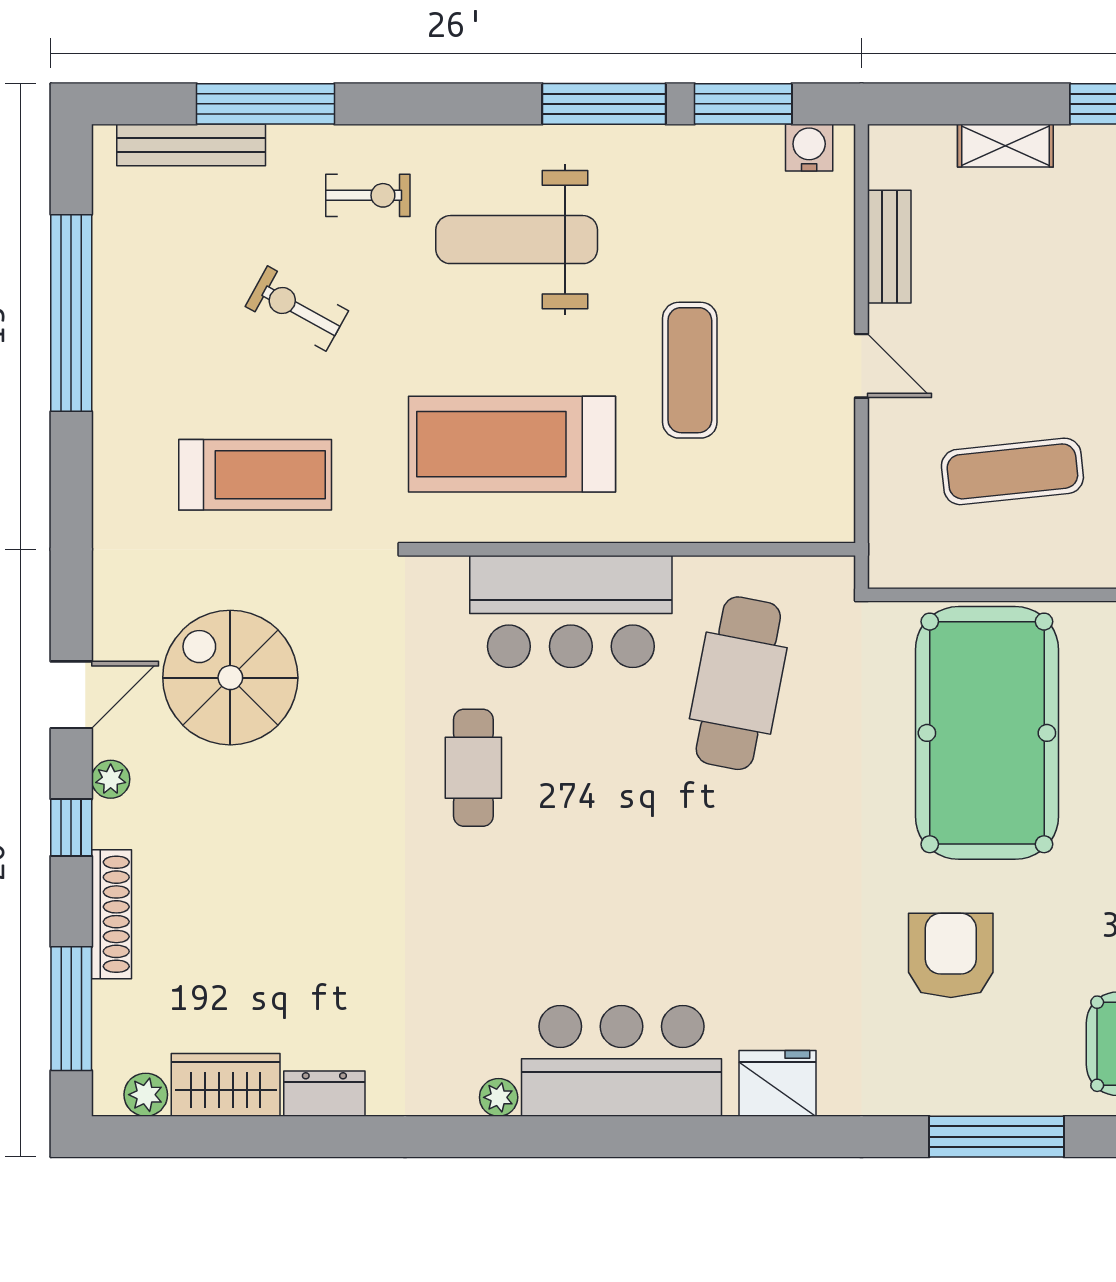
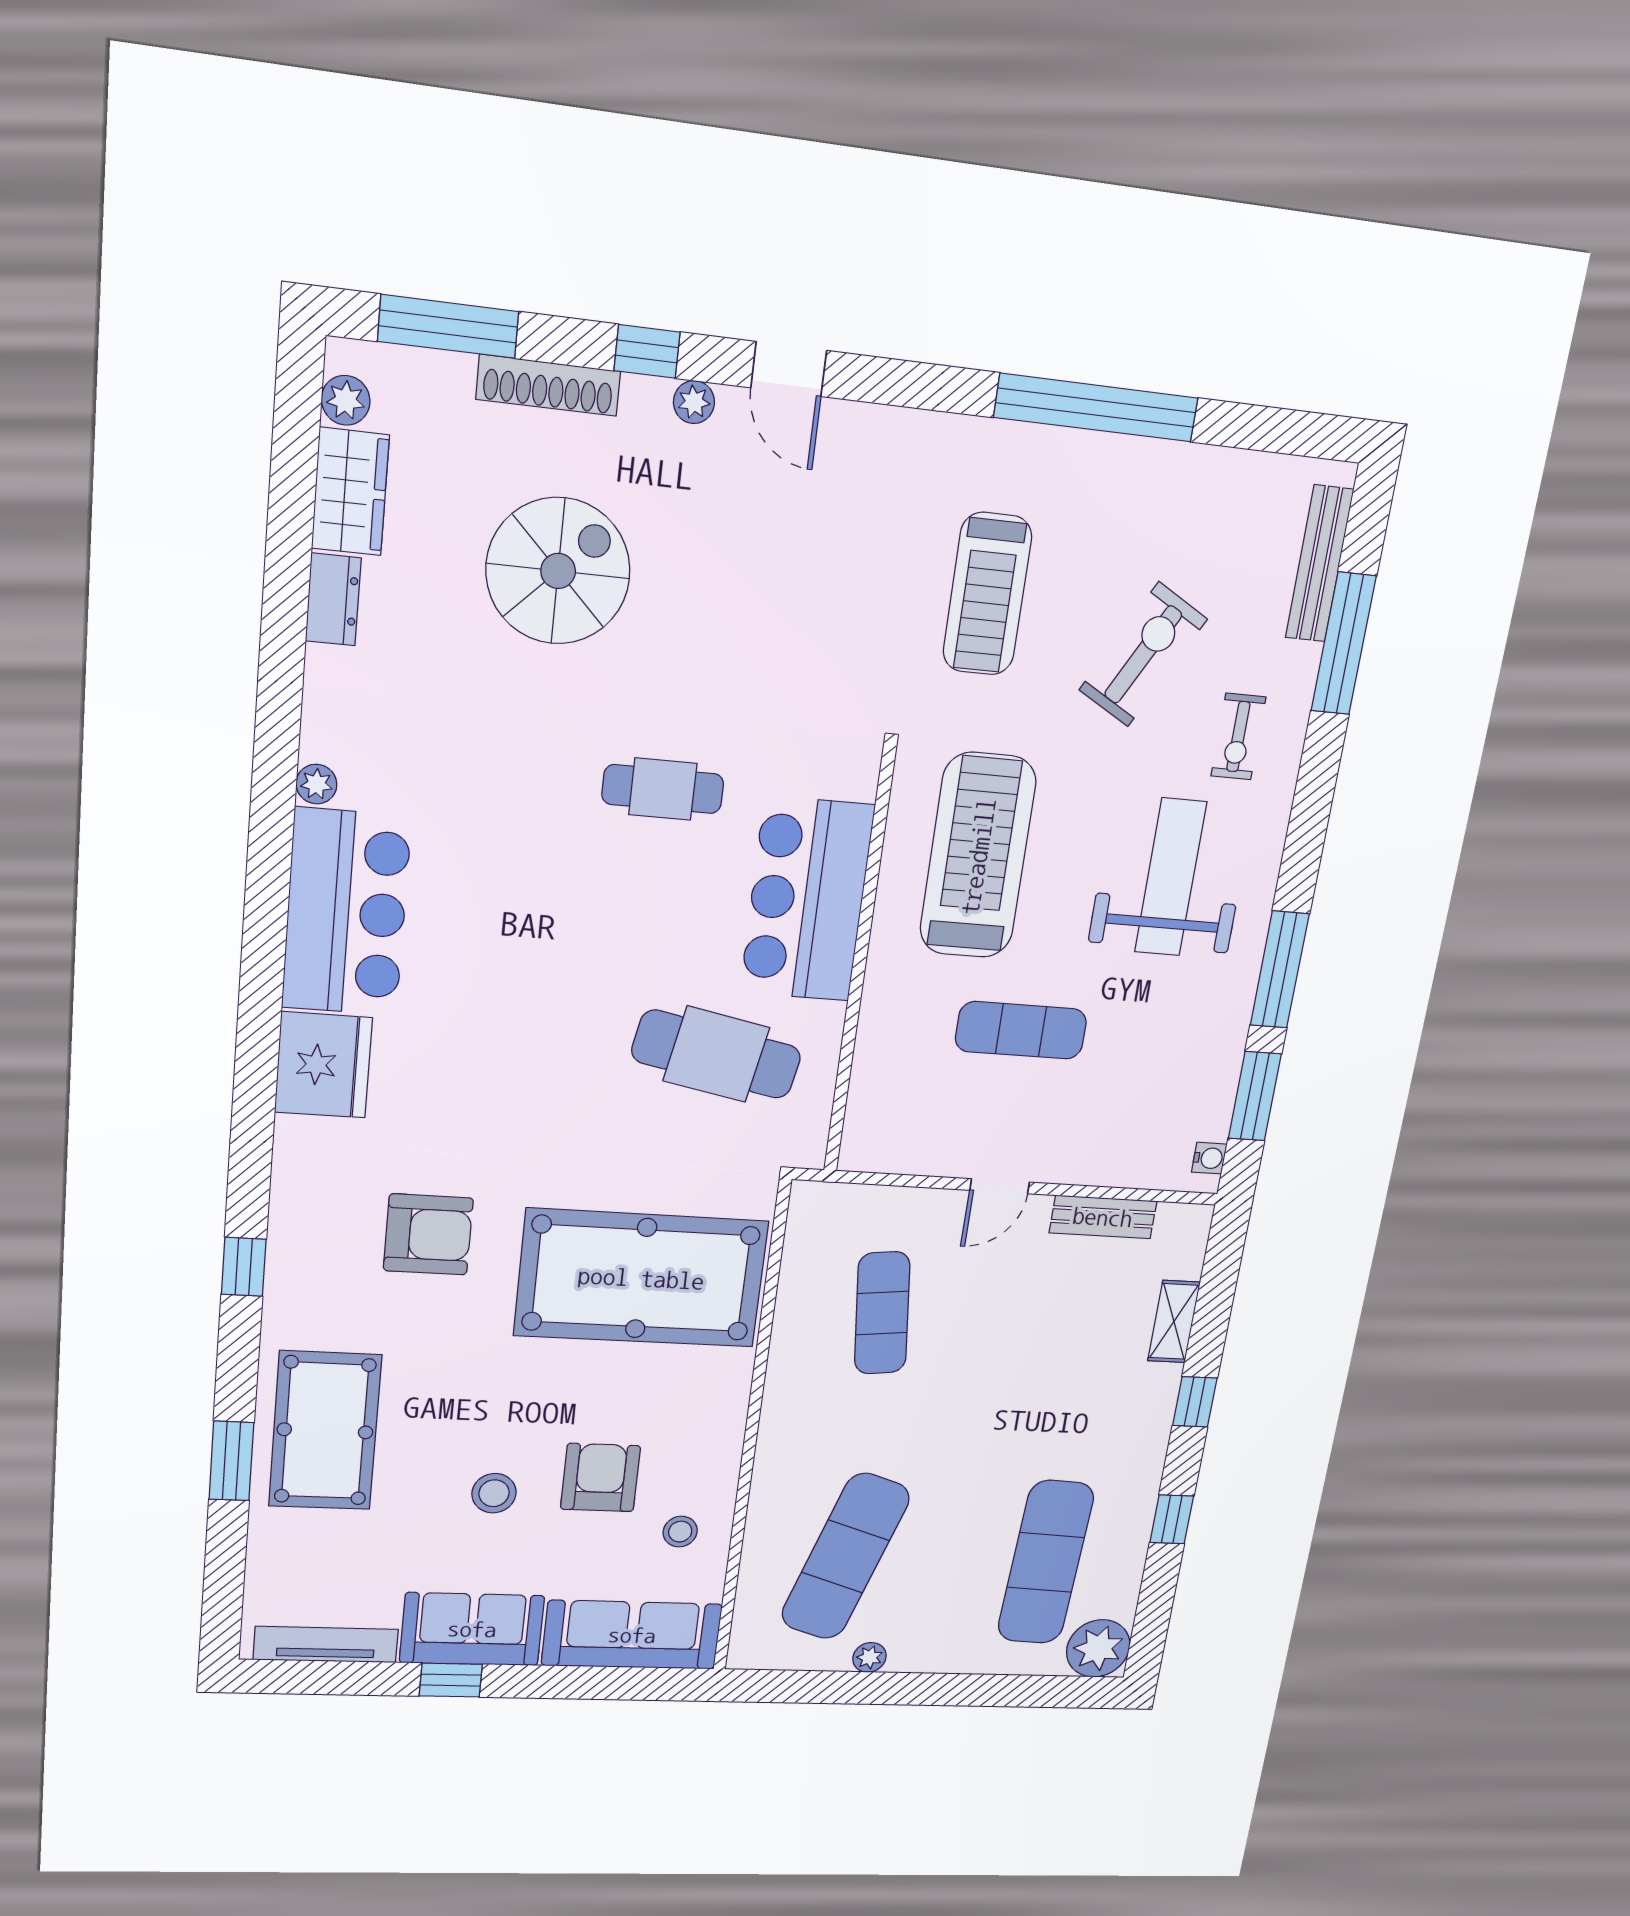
water cooler: (809, 148) -> (1209, 1158), width x0.72, depth x0.72
exercise bike: (297, 309) -> (1143, 654), width x1.38, depth x1.39
window: (71, 313) -> (1096, 408), moved
spiral stairs: (230, 678) -> (558, 571), moved
fridge: (778, 1083) -> (323, 1065), width x1.36, depth x1.34
window: (997, 1137) -> (244, 1267), width x0.46

